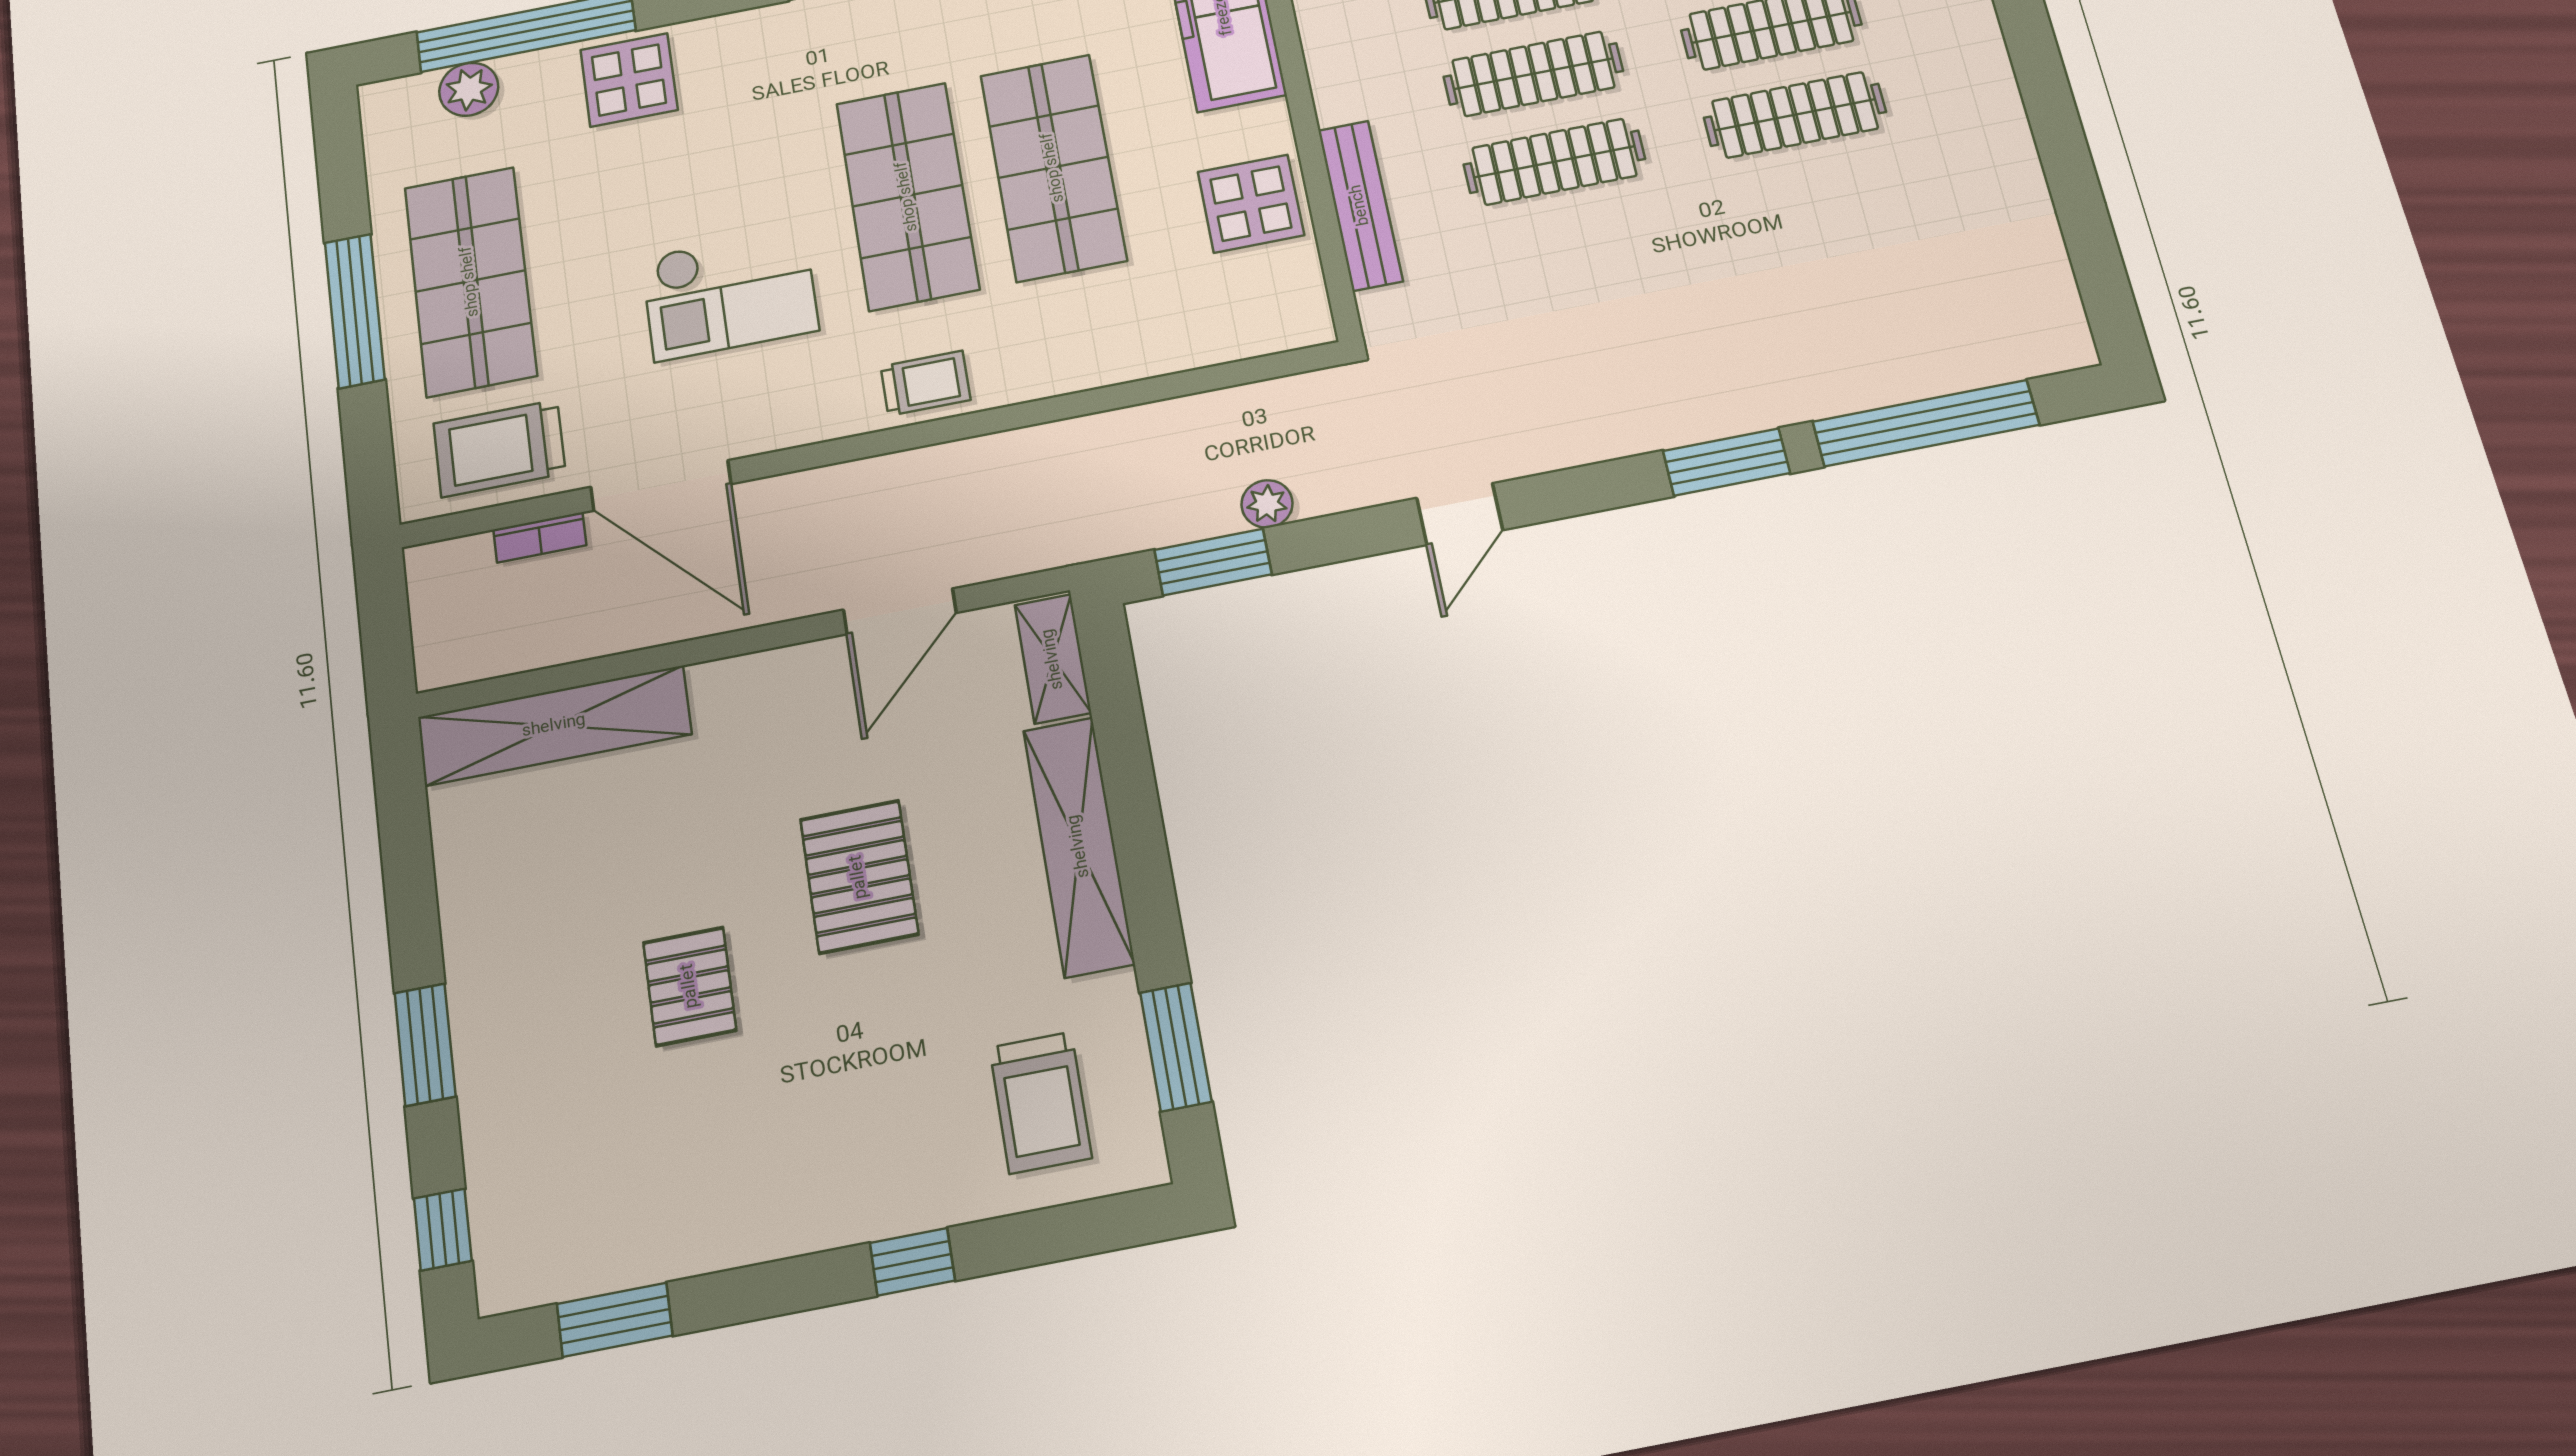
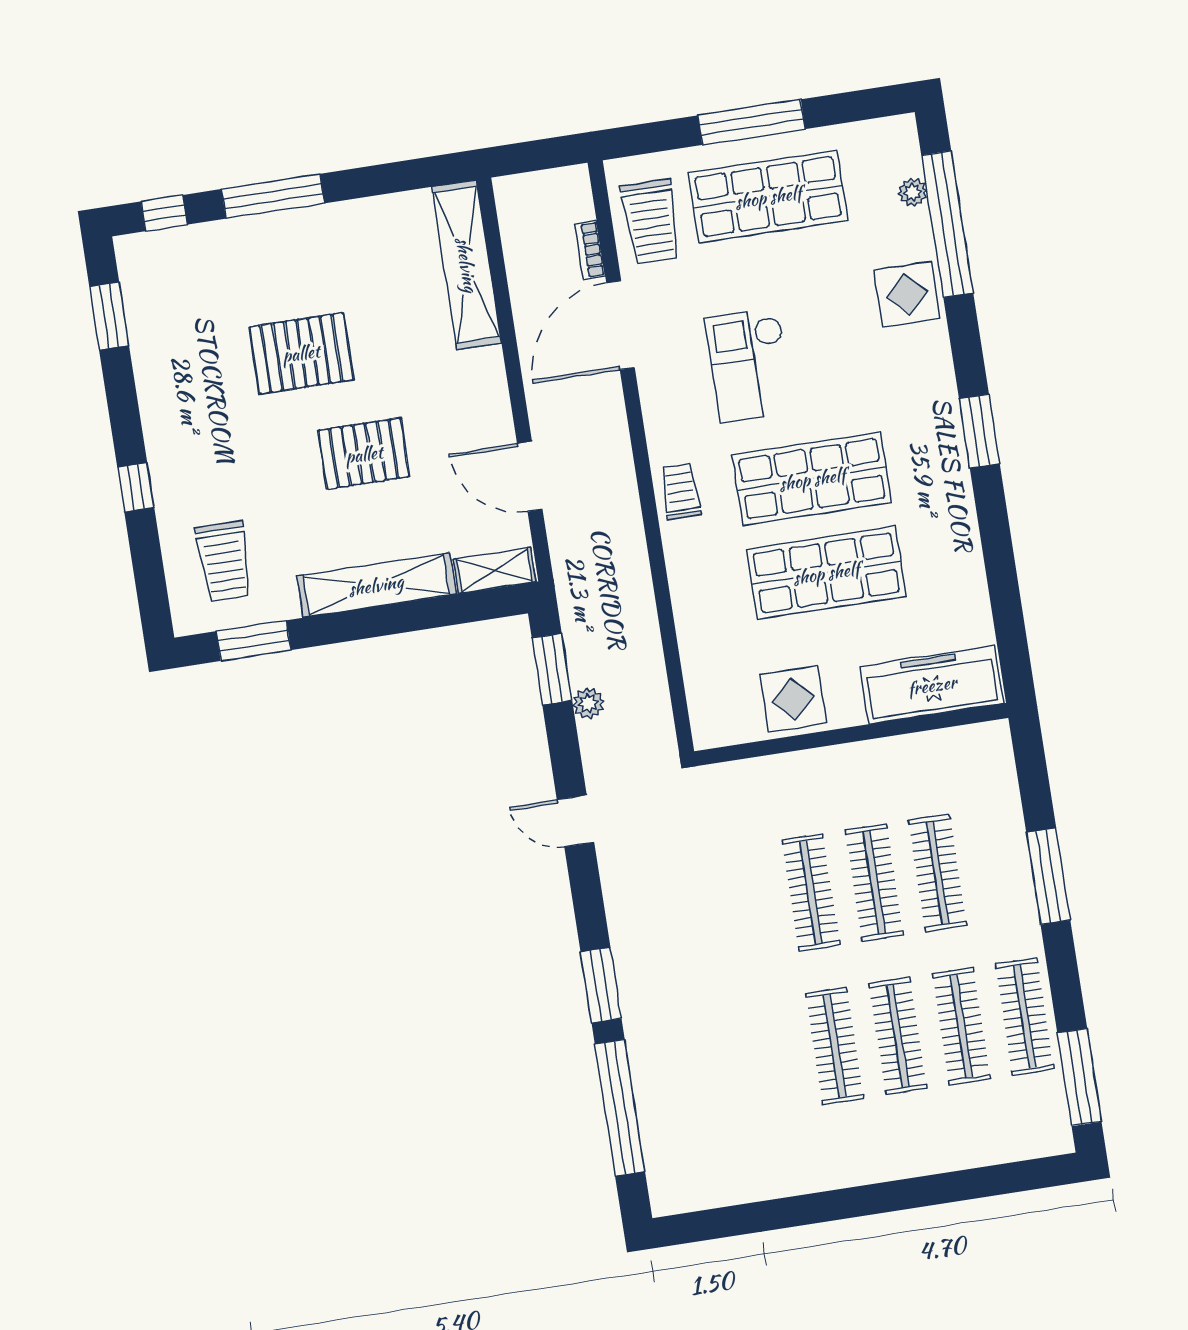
plant: (469, 89) -> (913, 192), width x0.73, depth x0.73
bench: (1360, 205) -> (788, 768), removed
trolley: (925, 383) -> (681, 491), turned 180
trolley: (499, 448) -> (651, 221), turned 180
pallet: (690, 986) -> (301, 353), width x1.50, depth x1.42
window: (425, 1045) -> (273, 196), width x1.44
trolley: (1040, 1102) -> (224, 561), turned -90

